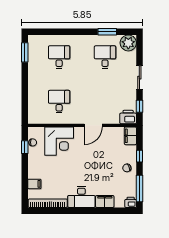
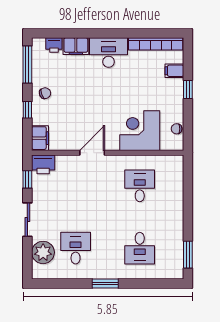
window: (107, 32) -> (105, 284), moved
plant: (128, 43) -> (43, 252), moved
desk: (105, 57) -> (76, 248), turned 180
desk: (59, 102) -> (140, 186), turned 180
window: (25, 147) -> (188, 89), moved
printer: (131, 202) -> (54, 45), moved

